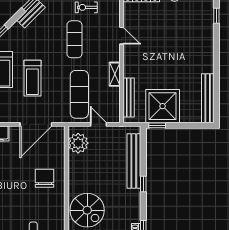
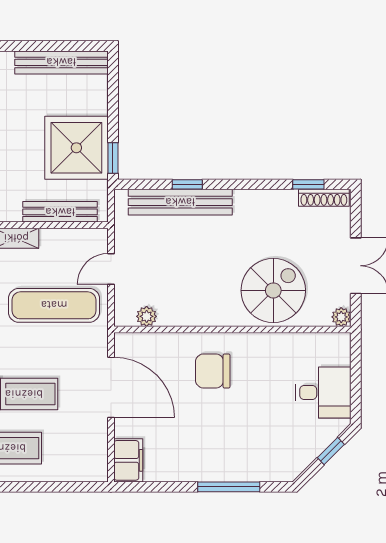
plant: (78, 143) -> (147, 316), width x0.53, depth x0.53
window: (143, 184) -> (187, 184), moved

